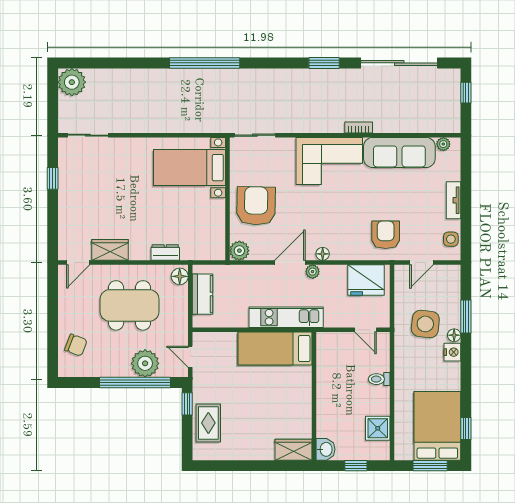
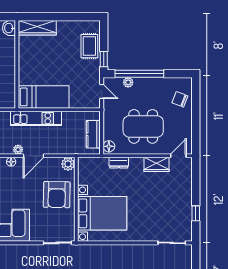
bed with nightstands: (189, 168) -> (102, 213), width x1.36
plant: (145, 363) -> (128, 82), width x0.53, depth x0.53
wardrobe: (294, 450) -> (37, 28), width x1.50

